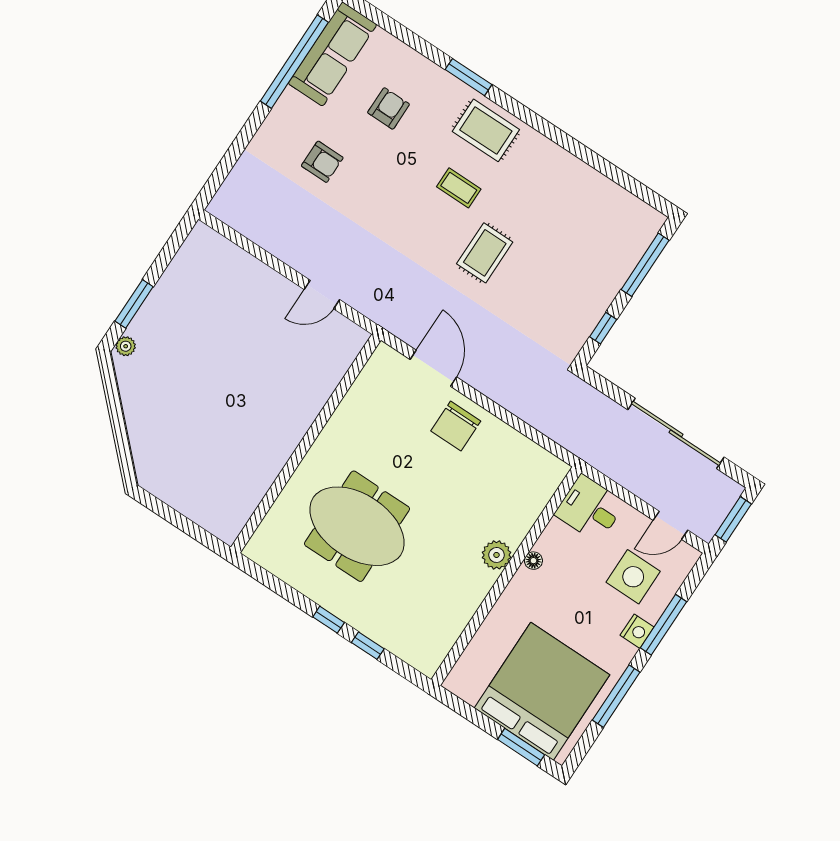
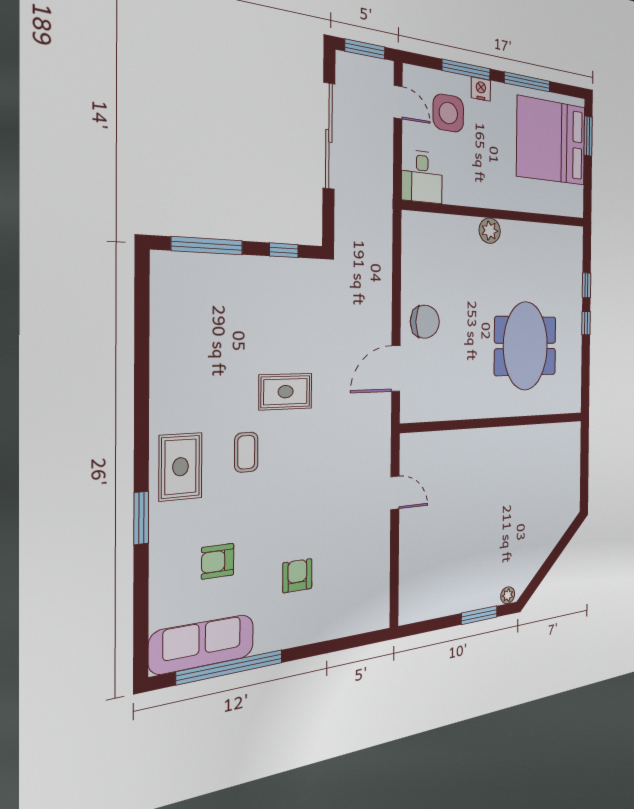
floor lamp: (533, 561) -> (479, 200), removed

